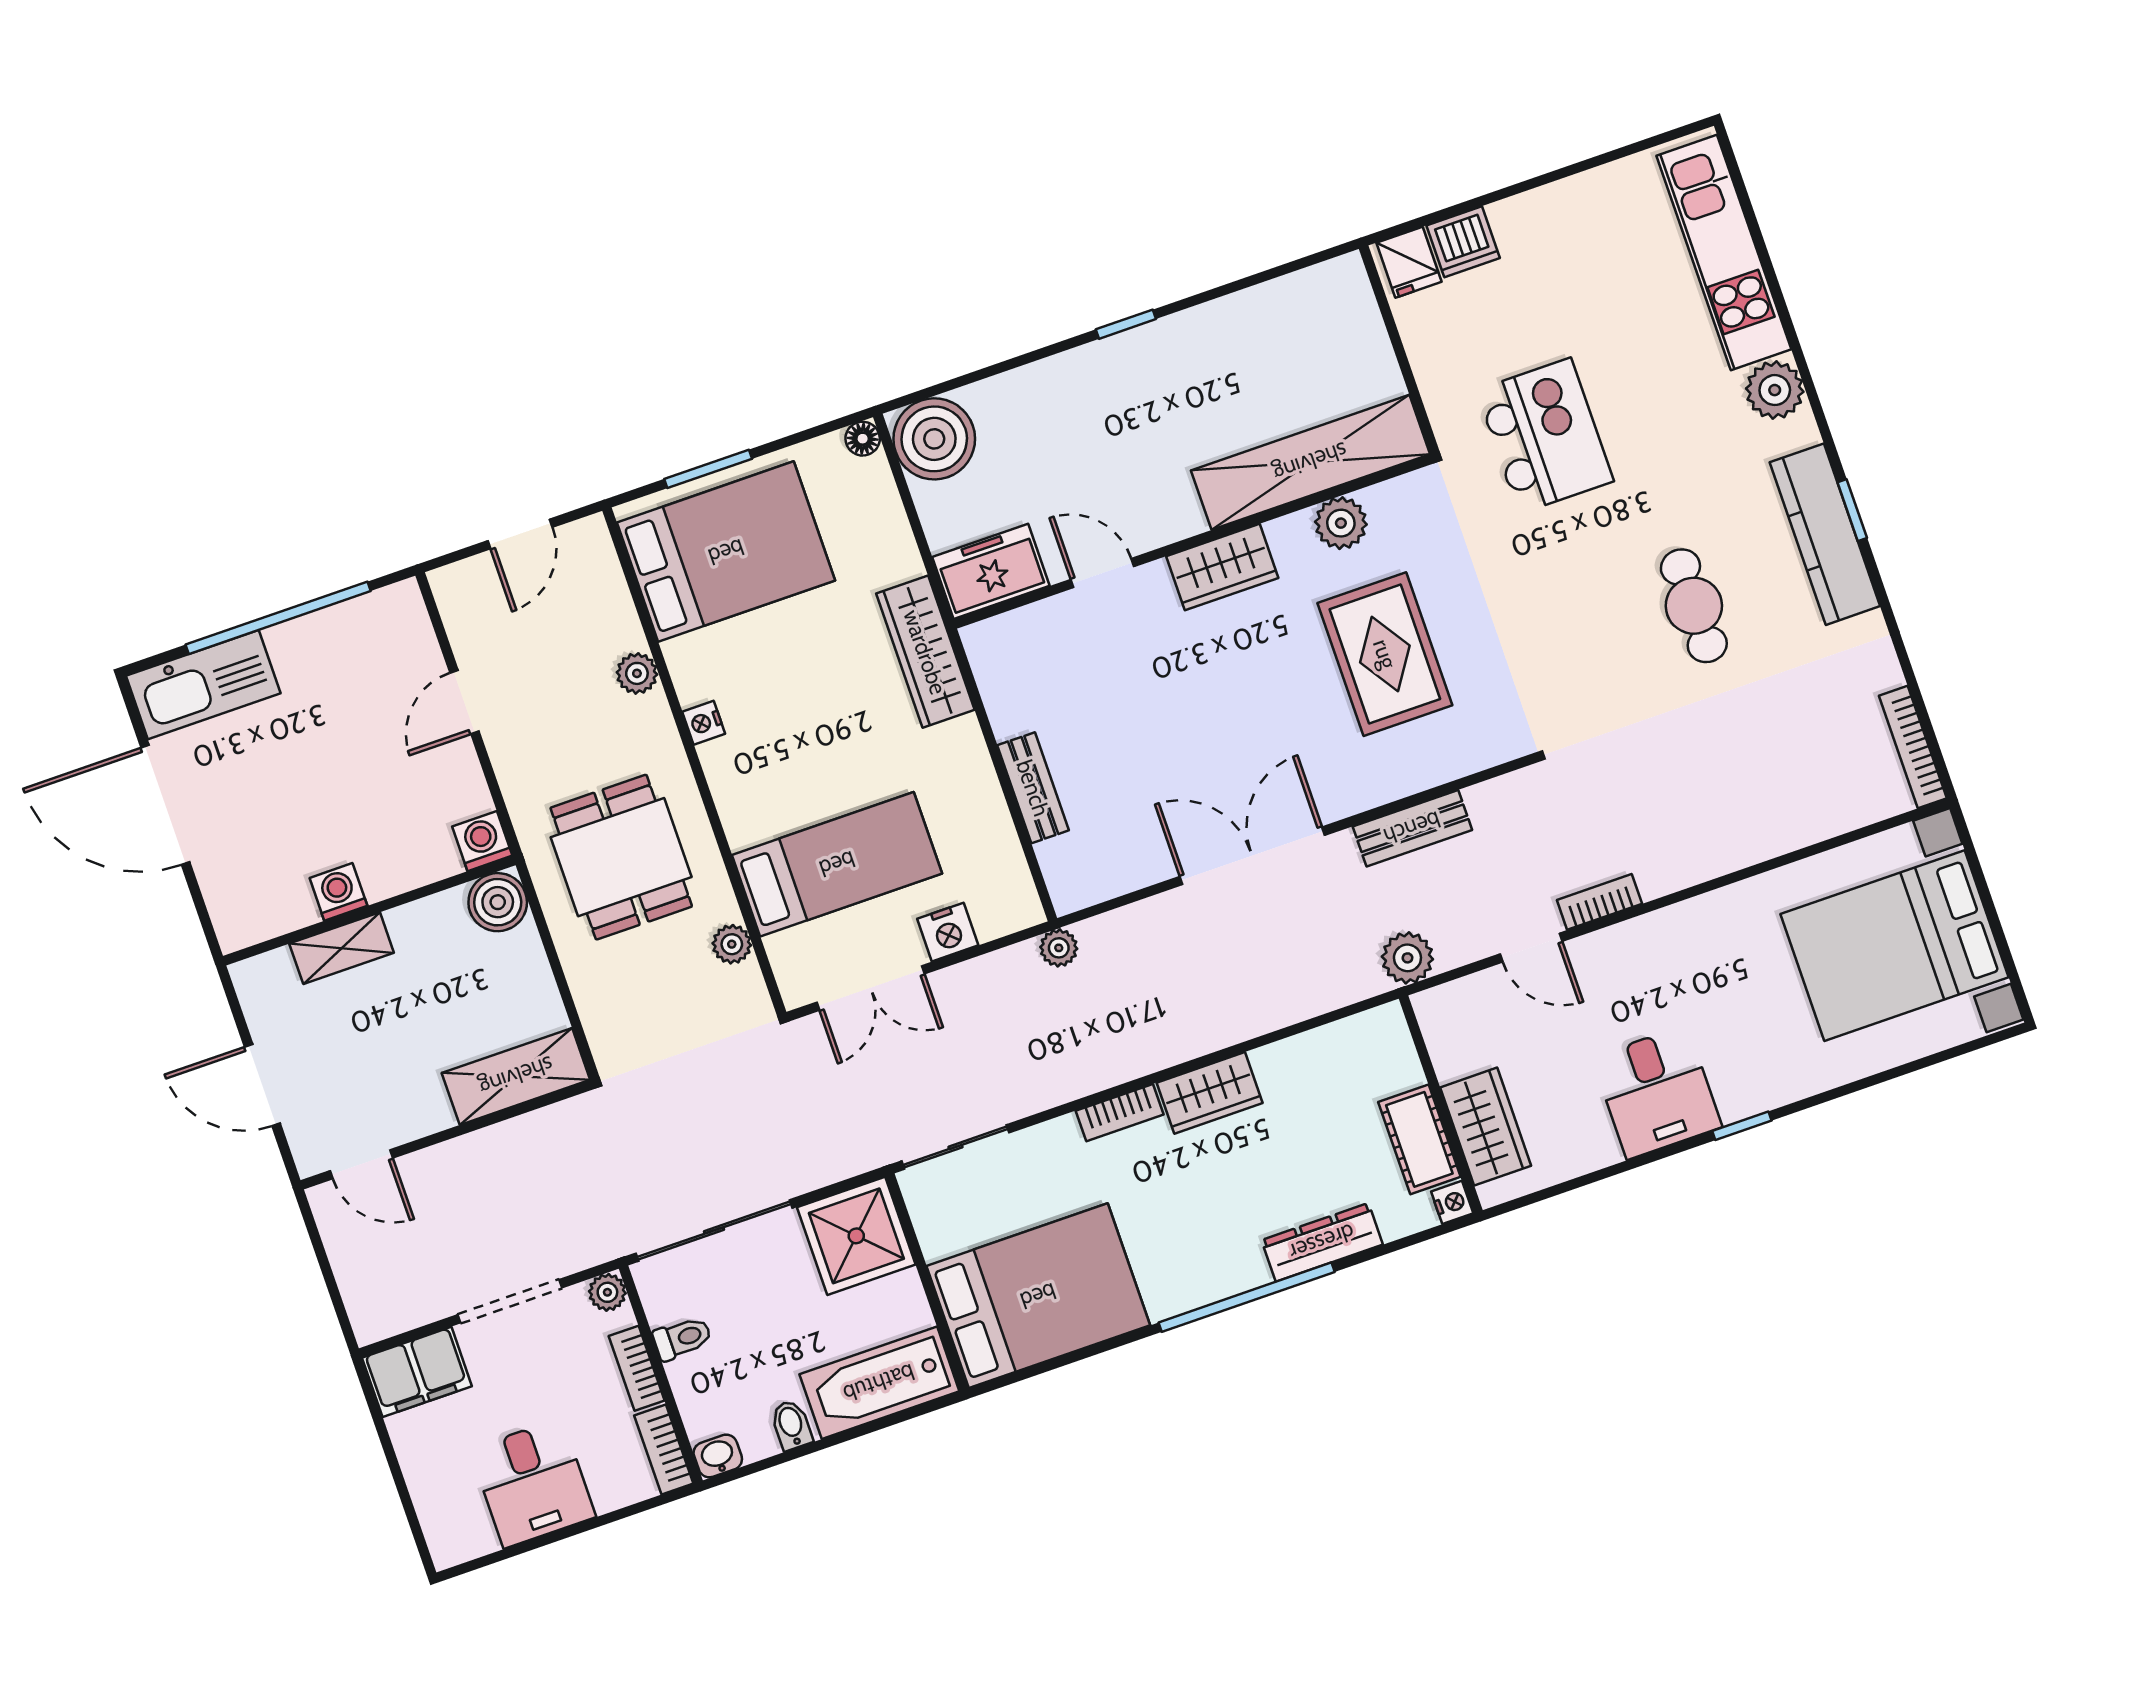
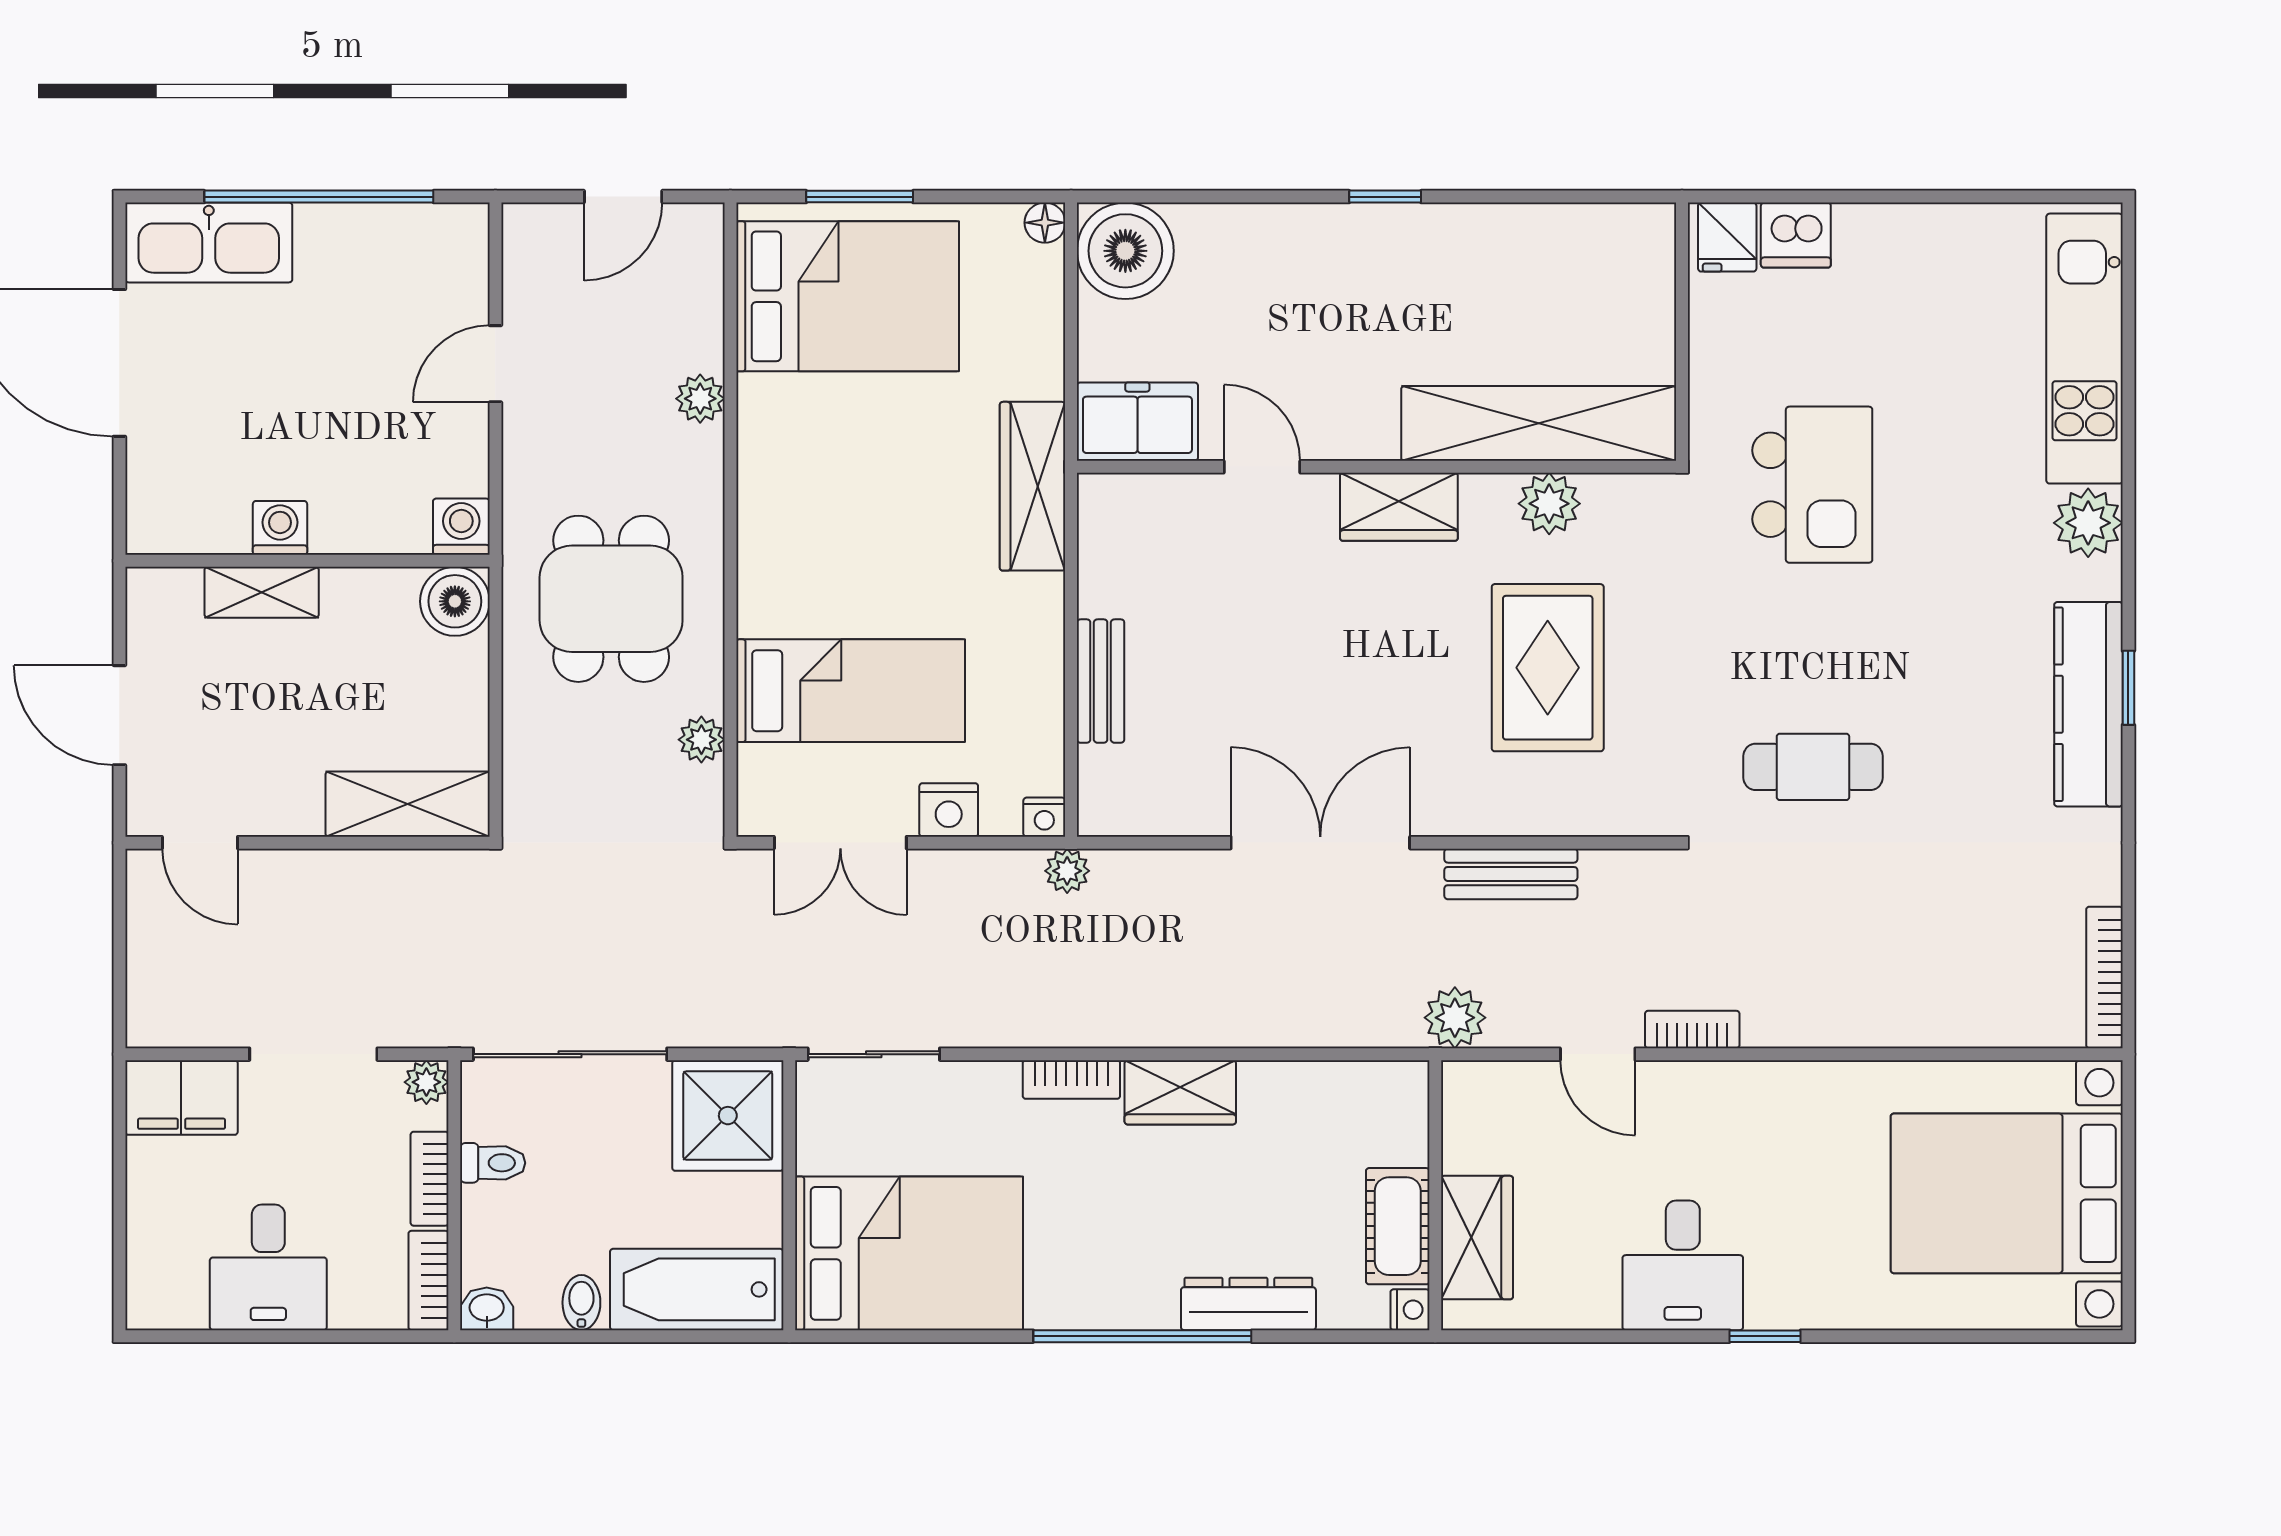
cafe table: (1694, 606) -> (1813, 767), moved, turned 90
nightstand: (704, 723) -> (1044, 817), moved, turned -90

